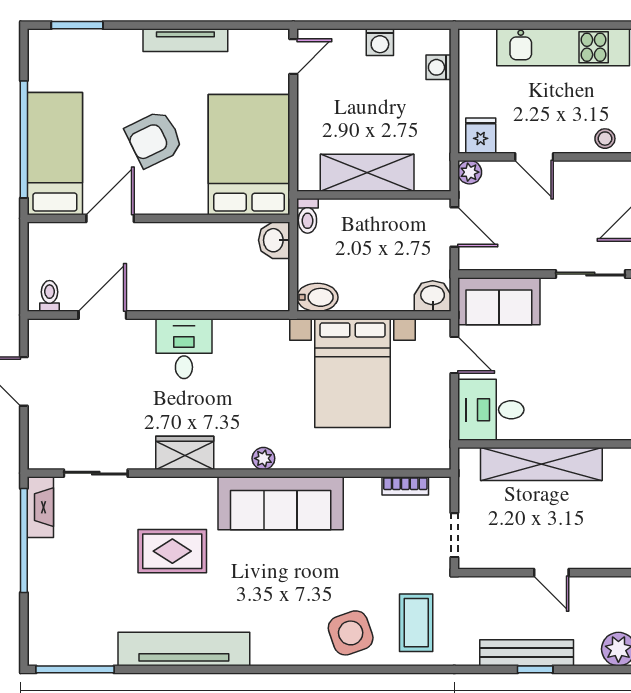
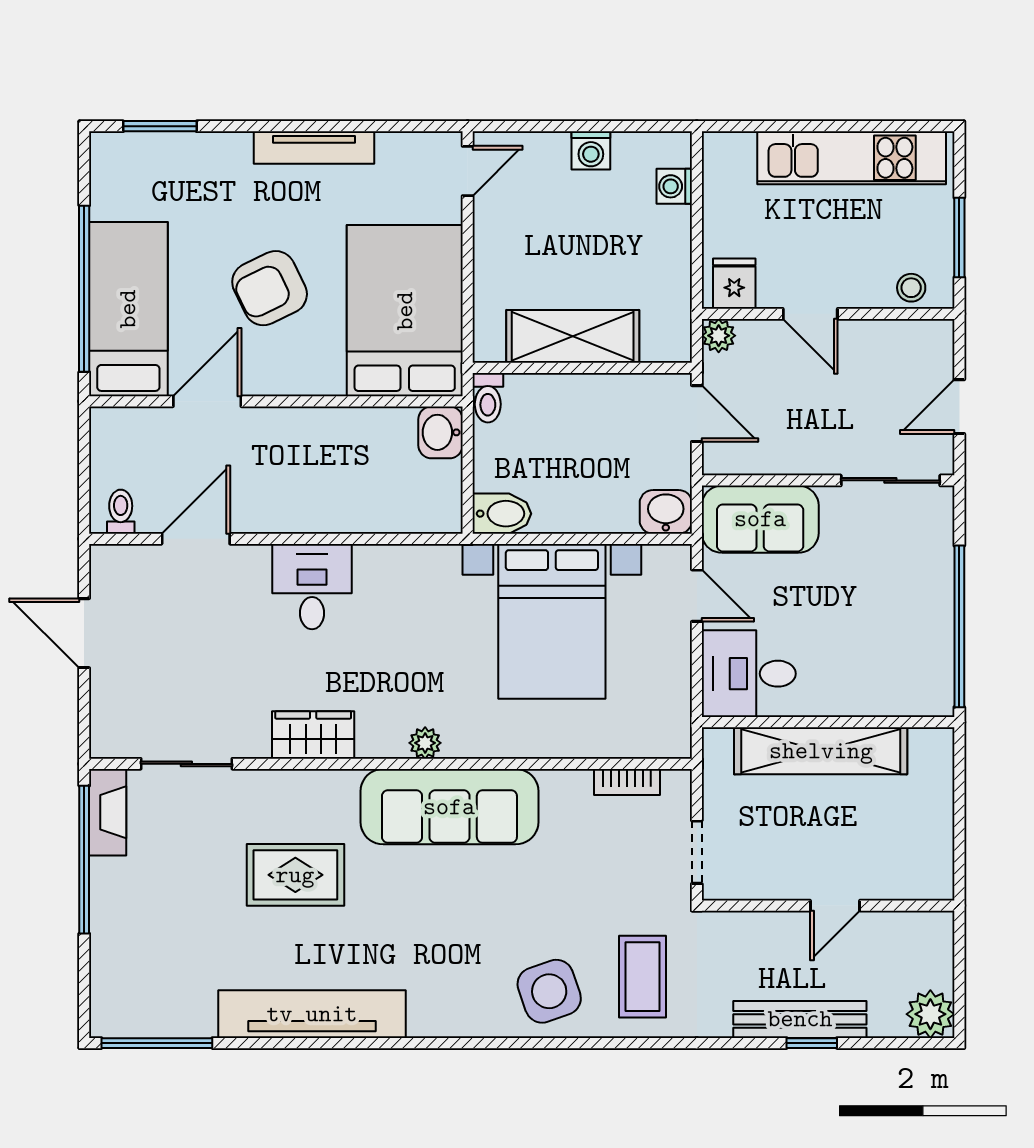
door: (551, 573) -> (835, 906), hinge flipped

